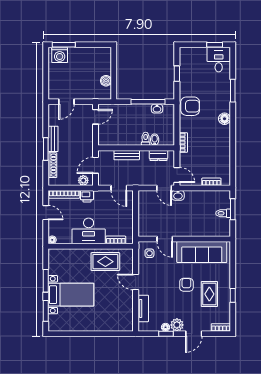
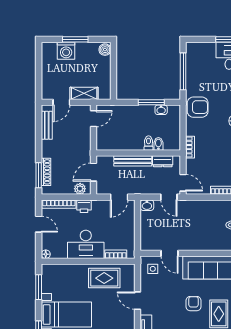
window: (64, 45) -> (75, 39), moved
washing machine: (60, 55) -> (66, 51), moved
window: (177, 74) -> (183, 71), width x2.17
boiler: (106, 81) -> (105, 50), moved
shelving: (87, 94) -> (84, 93), added
window: (148, 102) -> (151, 102), width x0.69
bench: (53, 139) -> (47, 125), moved
window: (46, 149) -> (39, 175), moved
bench: (127, 155) -> (133, 161), width x1.36
door: (119, 188) -> (119, 197), hinge flipped
washbasin: (178, 195) -> (147, 205), moved
window: (46, 281) -> (39, 287), moved

